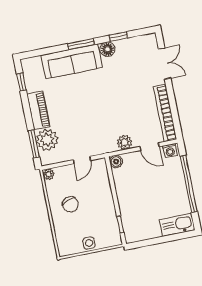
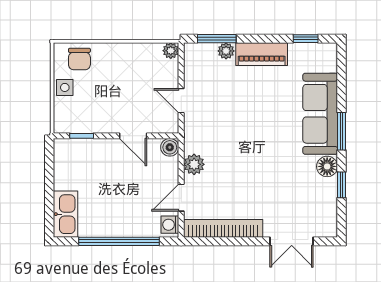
plant: (47, 140) -> (226, 51), width x0.53, depth x0.53
door: (113, 189) -> (133, 136), added
chair: (70, 204) -> (79, 59), moved, turned -70

